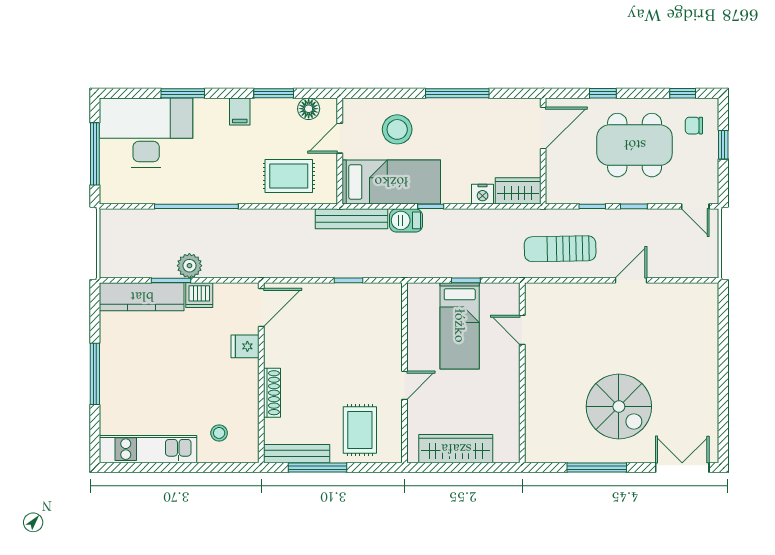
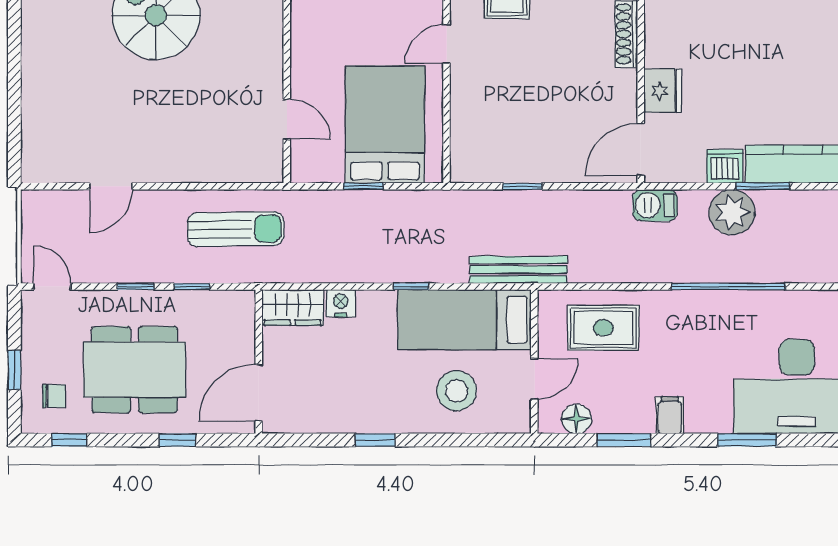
window: (457, 93) -> (375, 440), width x0.46
barbecue: (406, 220) -> (655, 205), moved, turned 180
plant: (189, 266) -> (732, 212), width x1.36, depth x1.36
door: (631, 280) -> (111, 186), moved
bed: (460, 326) -> (385, 124), width x1.50
fridge: (245, 346) -> (663, 91), width x1.38

